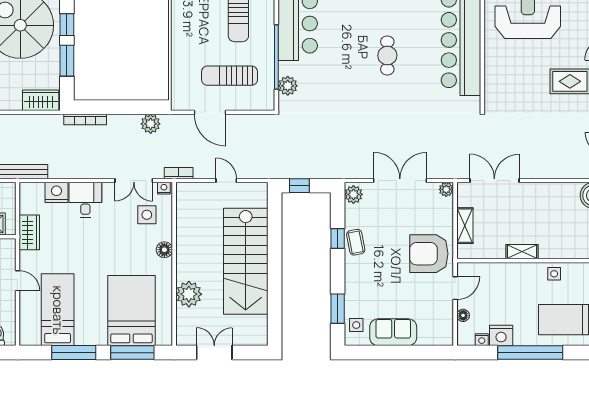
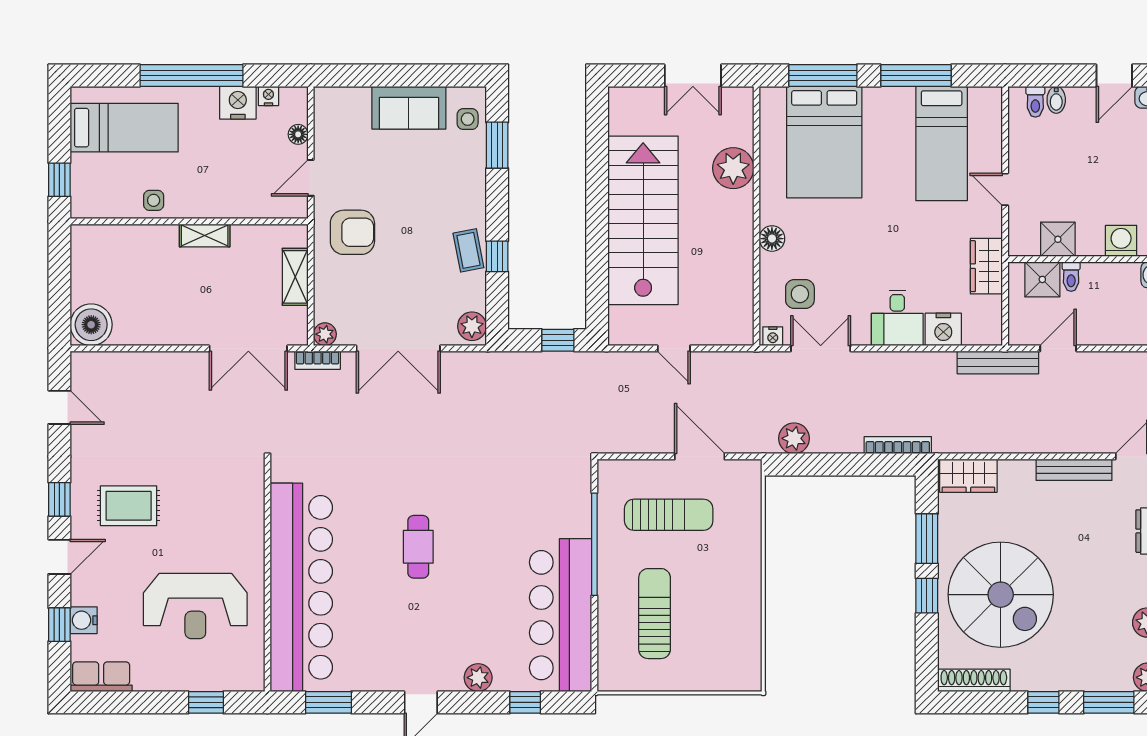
plant: (288, 86) -> (576, 499), removed
bookcase: (179, 173) -> (318, 360), moved
armchair: (429, 254) -> (352, 232), width x0.73, depth x0.73

